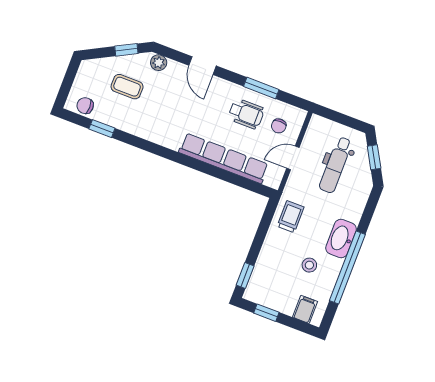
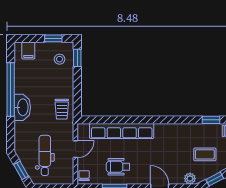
chair: (279, 126) -> (84, 176), moved
stool: (309, 265) -> (60, 59), moved

